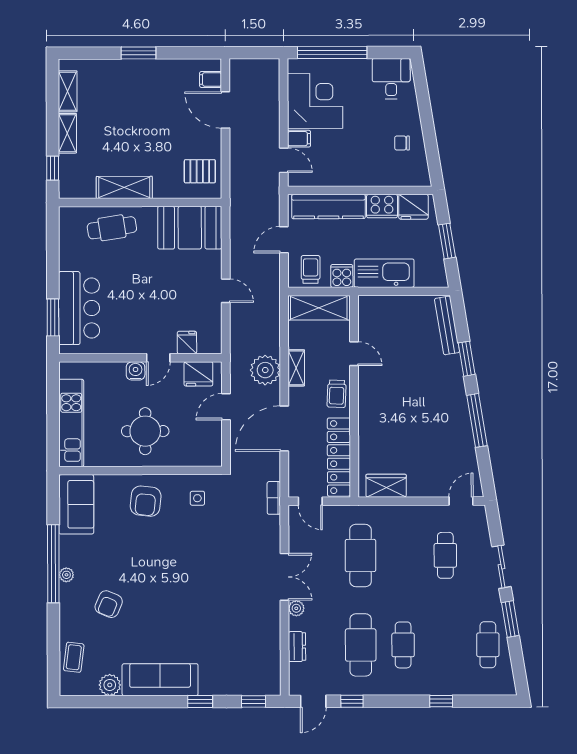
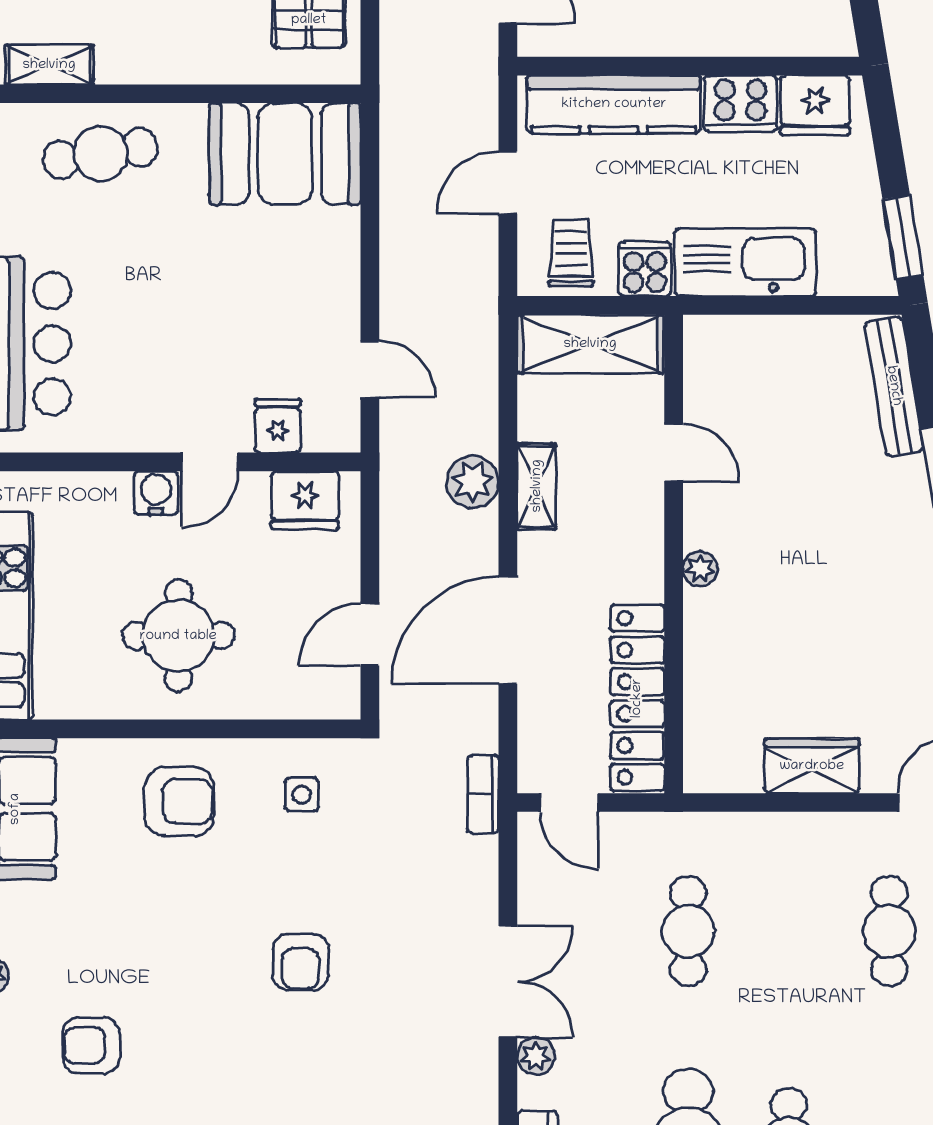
shelving: (124, 187) -> (49, 65), moved, width x0.67, depth x0.75
window: (447, 241) -> (903, 237), moved
door: (226, 291) -> (370, 369), moved
plant: (265, 370) -> (473, 482), width x0.73, depth x0.73
trolley: (337, 394) -> (632, 548), removed
plant: (365, 403) -> (700, 569), added
door: (226, 407) -> (370, 634), moved
wardrobe: (386, 486) -> (812, 766), moved
armchair: (146, 501) -> (179, 801), turned -96
cafe table: (361, 556) -> (688, 931), width x0.73, depth x0.74
armchair: (197, 569) -> (301, 962), added
armchair: (109, 604) -> (91, 1045), turned 67

